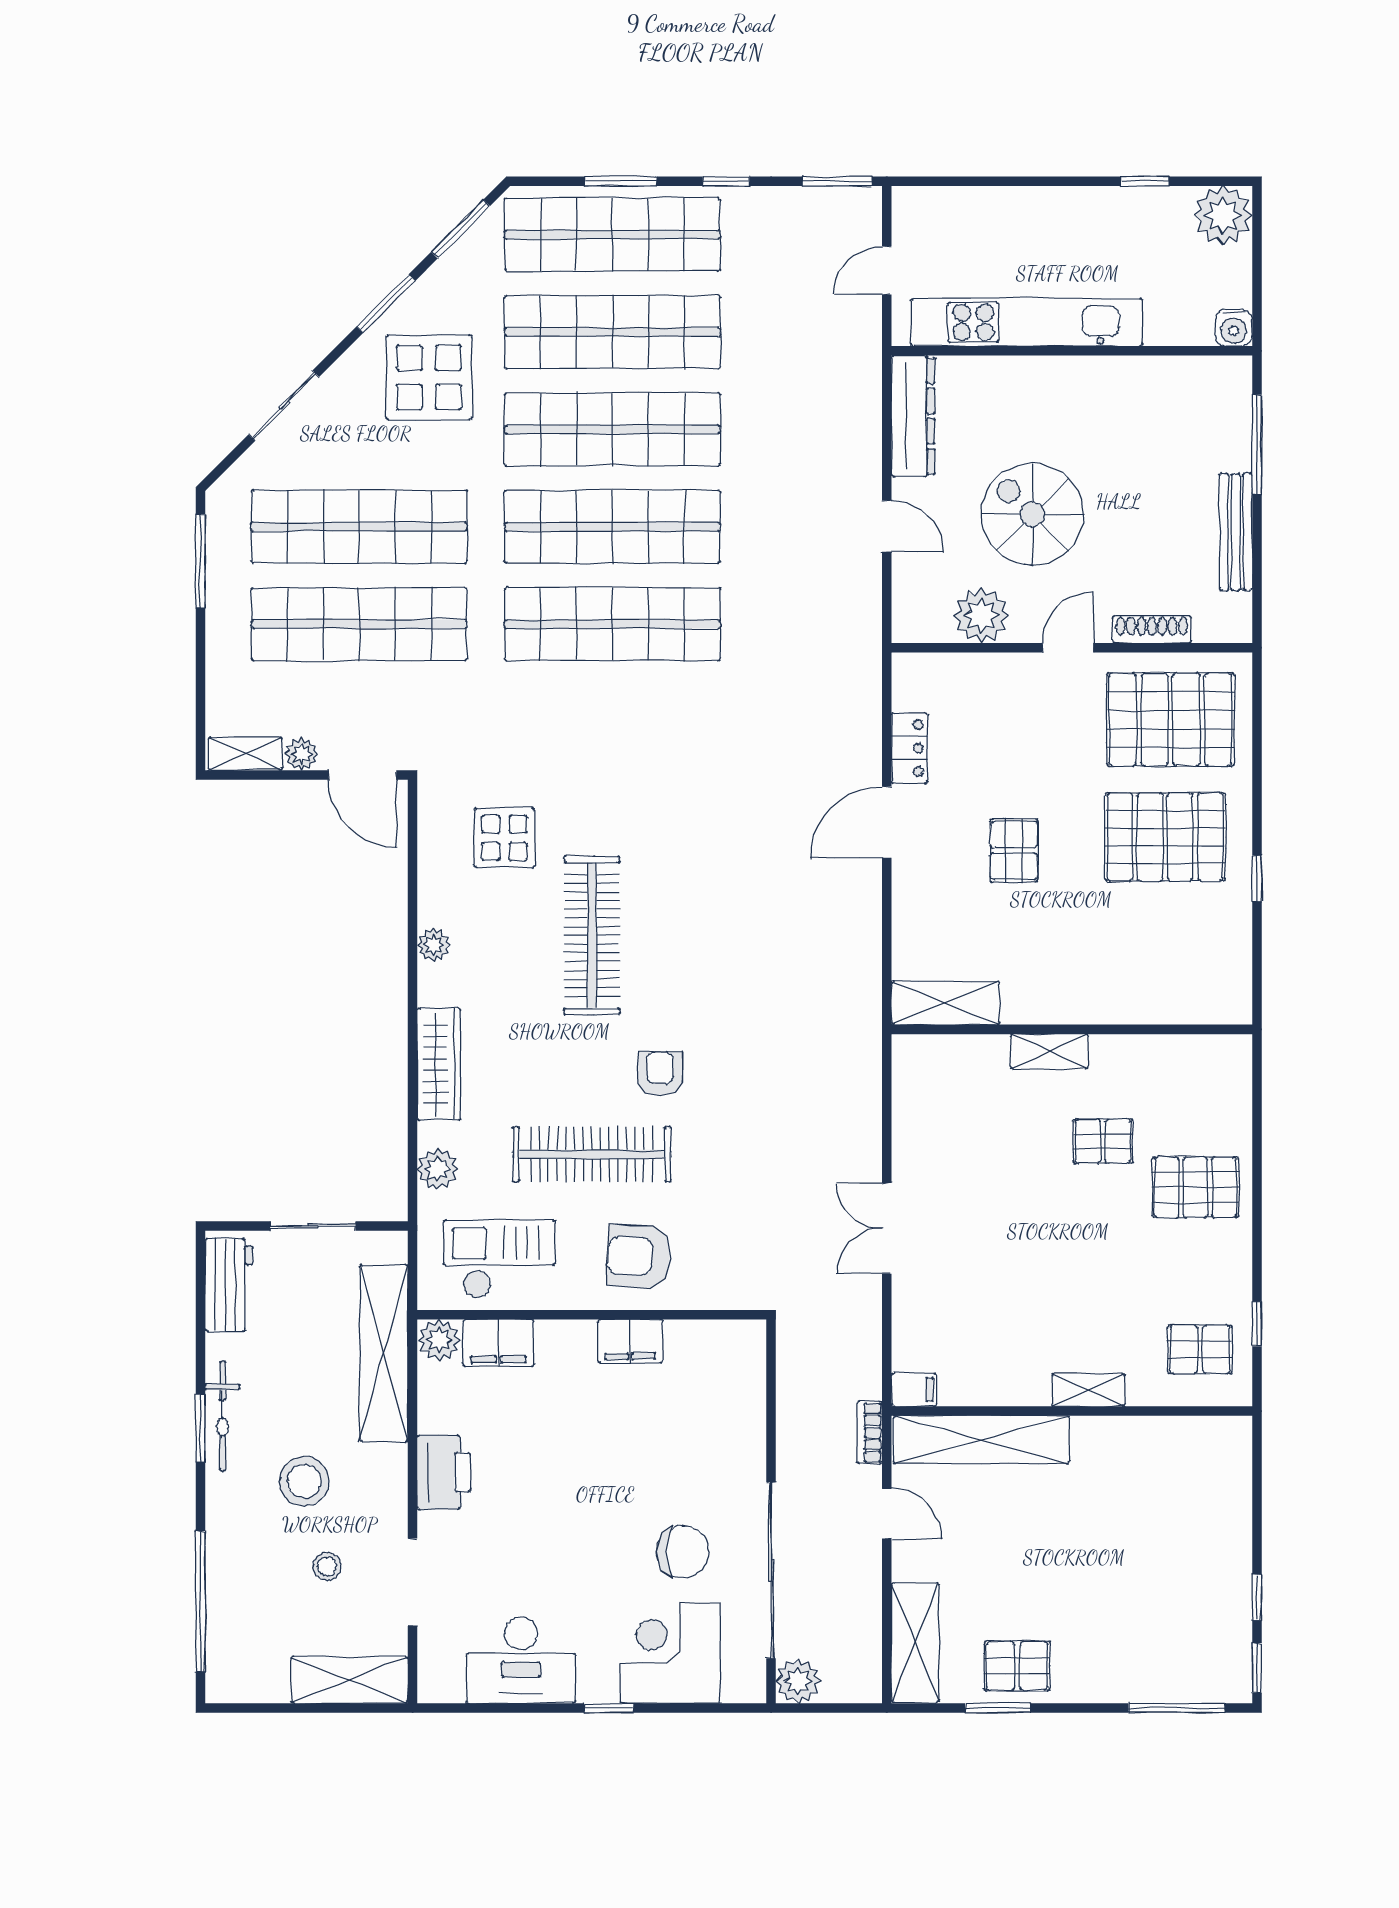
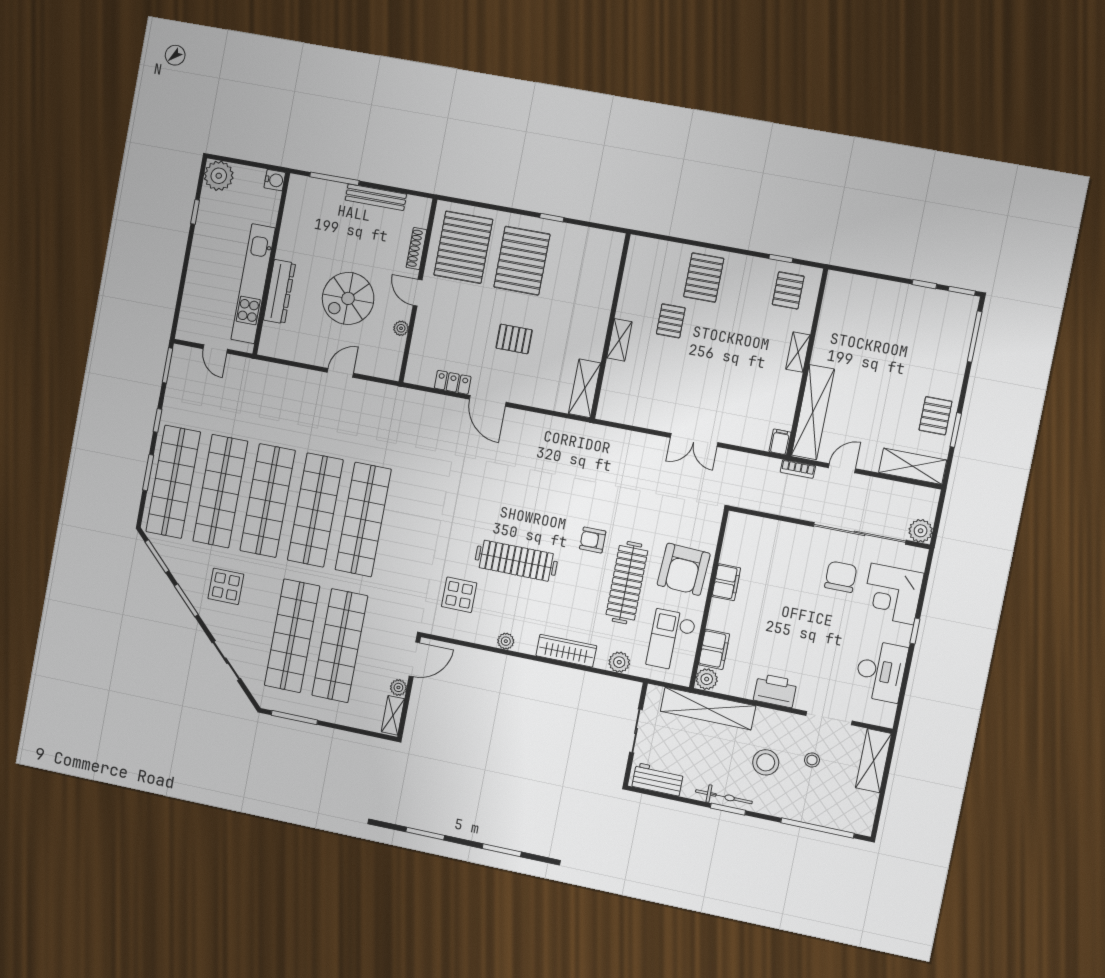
display table: (429, 378) -> (226, 586), width x0.73, depth x0.73
dresser: (913, 416) -> (279, 292), moved, turned 90
plant: (981, 616) -> (401, 328), width x0.53, depth x0.53
armchair: (639, 1256) -> (684, 569), width x1.36, depth x1.36

